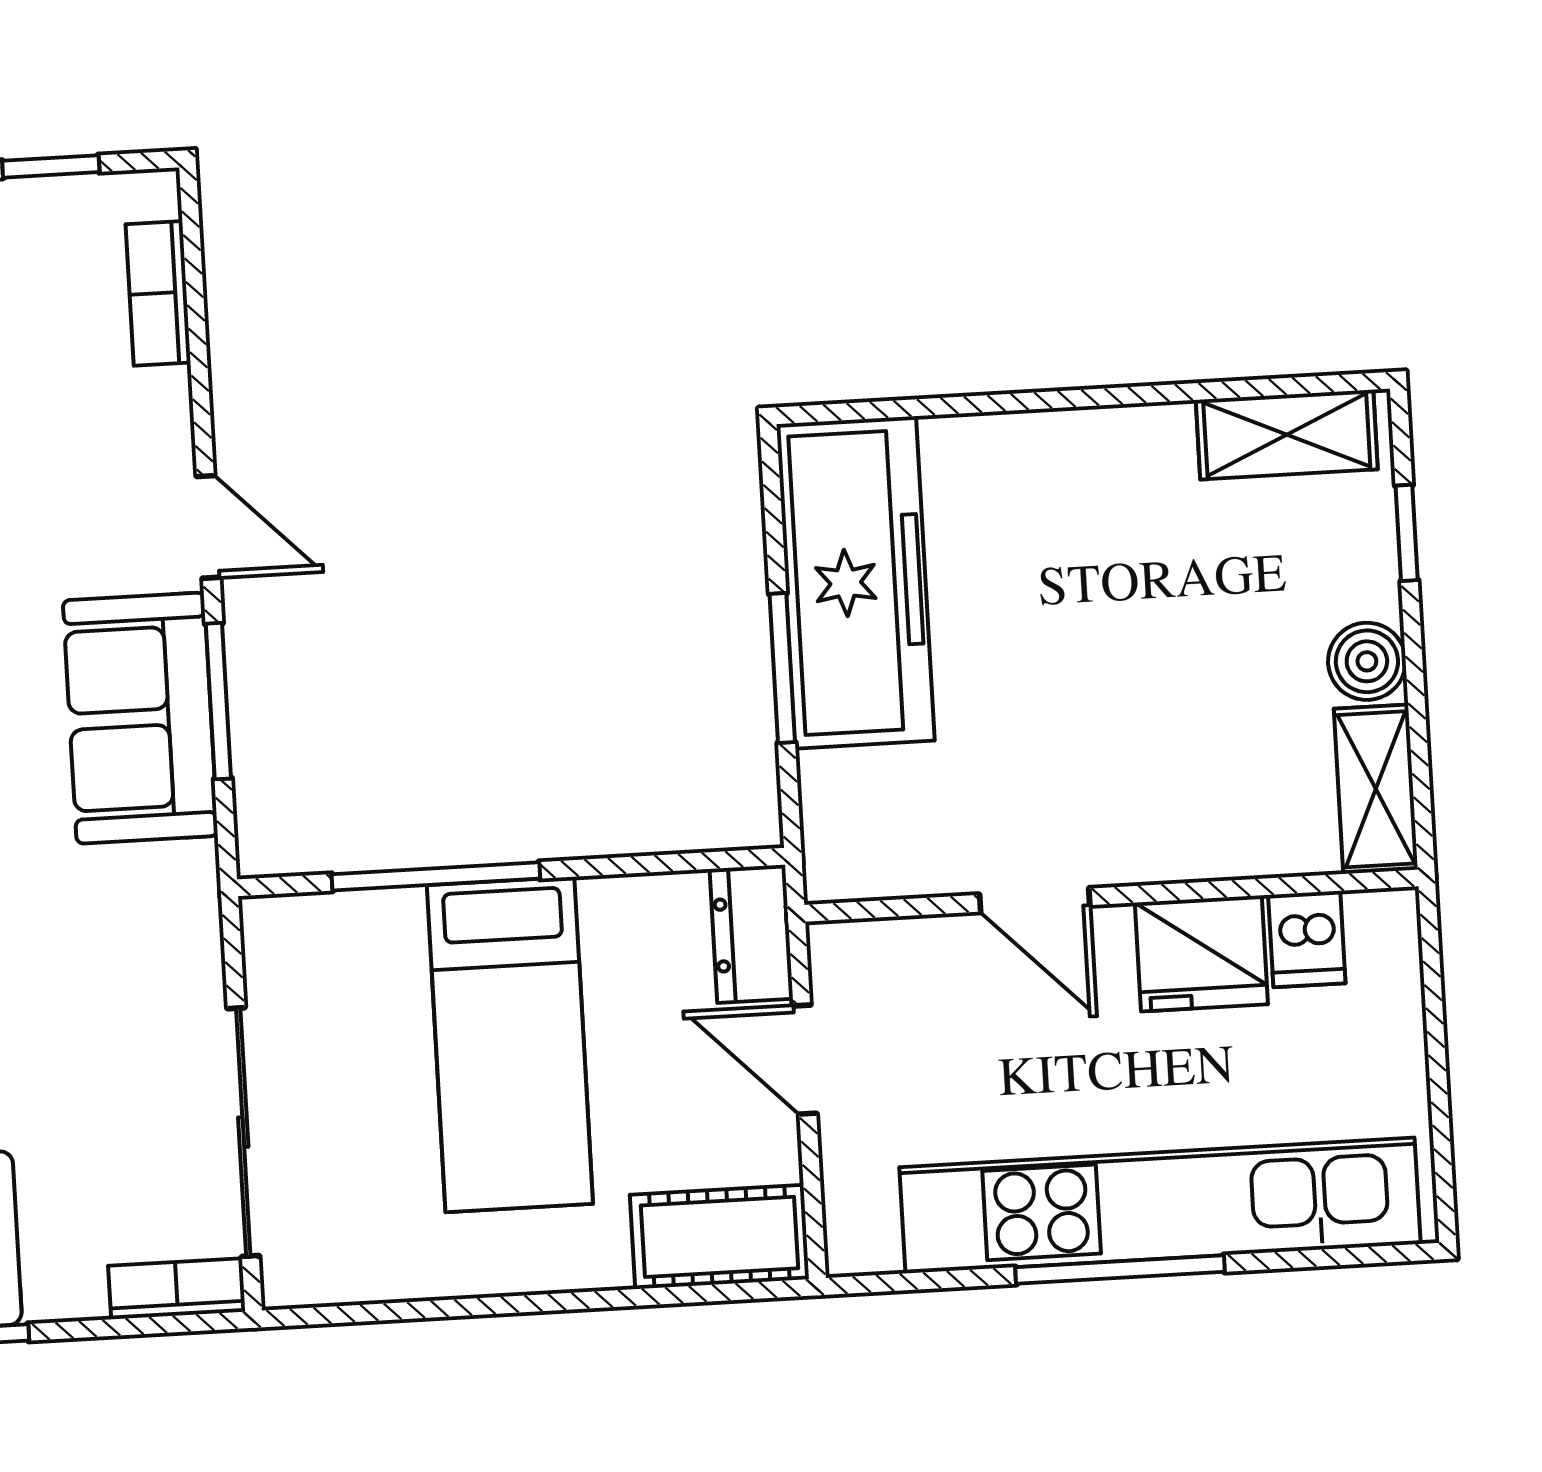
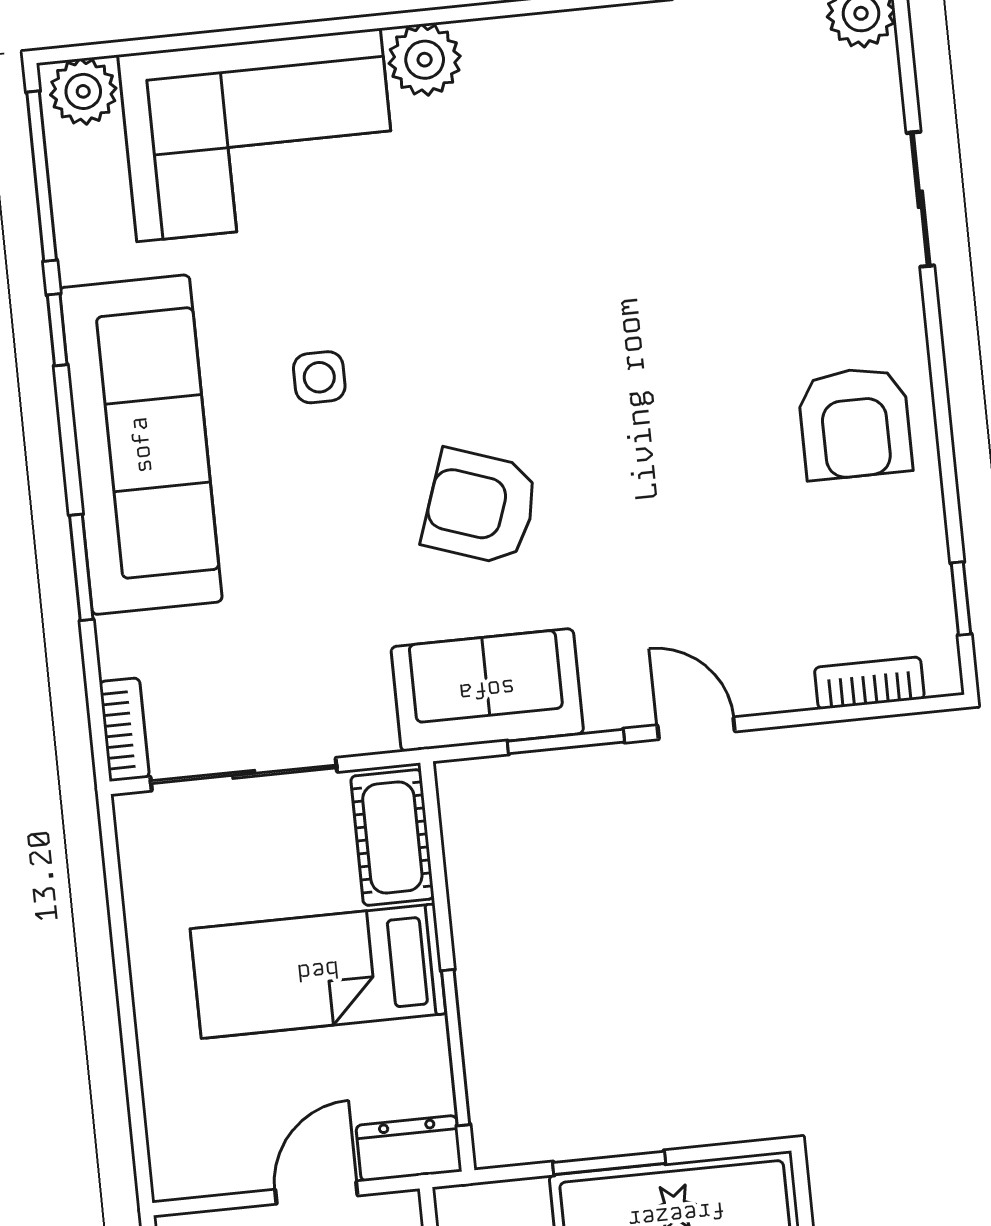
door: (208, 527) -> (696, 728), swing flipped
sofa: (140, 718) -> (487, 690), moved
window: (436, 876) -> (456, 1048), moved
cot: (719, 1237) -> (392, 837), moved

